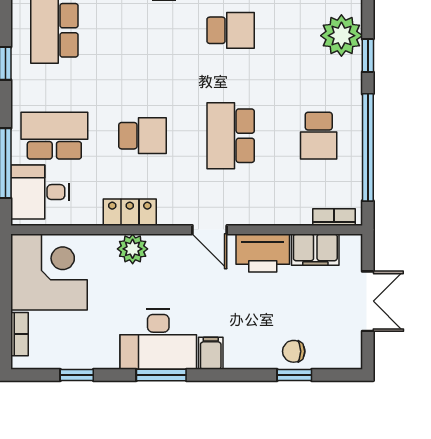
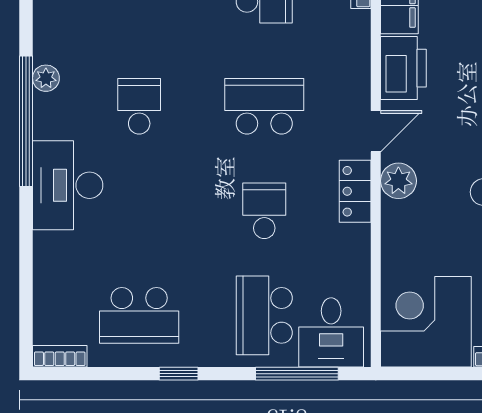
school desk: (231, 136) -> (264, 106), turned 180
locker: (130, 212) -> (355, 191), moved
plant: (133, 249) -> (398, 181), moved

